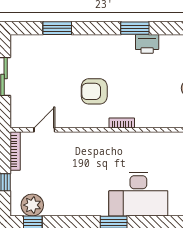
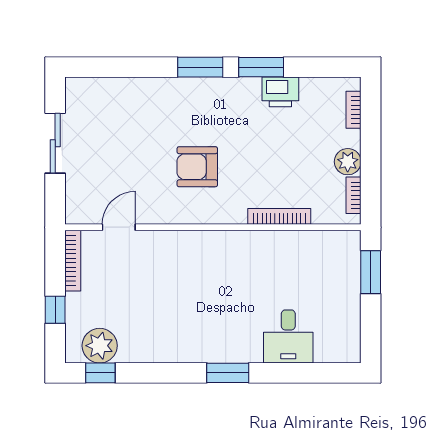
window: (57, 28) -> (200, 67), moved
bookcase: (122, 123) -> (279, 216), moved, width x1.56
desk: (138, 194) -> (288, 336), width x0.53, depth x0.77

